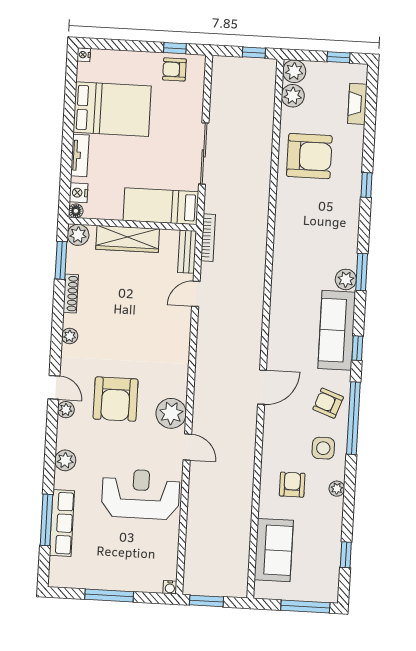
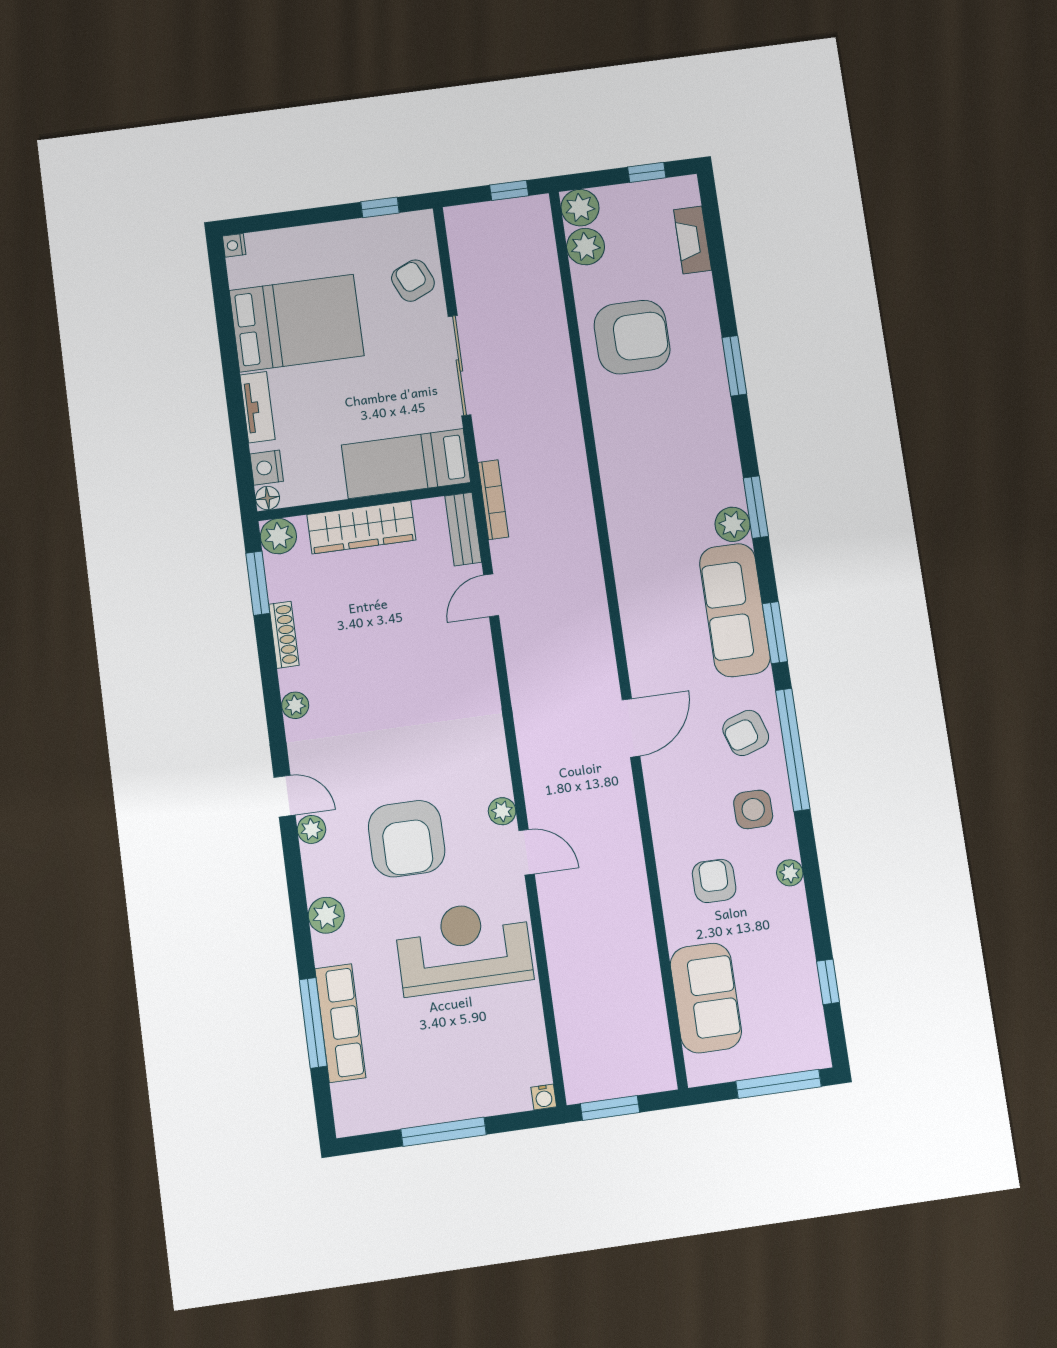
armchair: (174, 69) -> (413, 281), moved, turned 66
window: (366, 185) -> (734, 366), width x1.50
window: (357, 348) -> (775, 633), width x1.50
armchair: (116, 399) -> (407, 839), moved
armchair: (328, 403) -> (746, 733), turned -38
plant: (171, 413) -> (502, 811), width x0.53, depth x0.53

